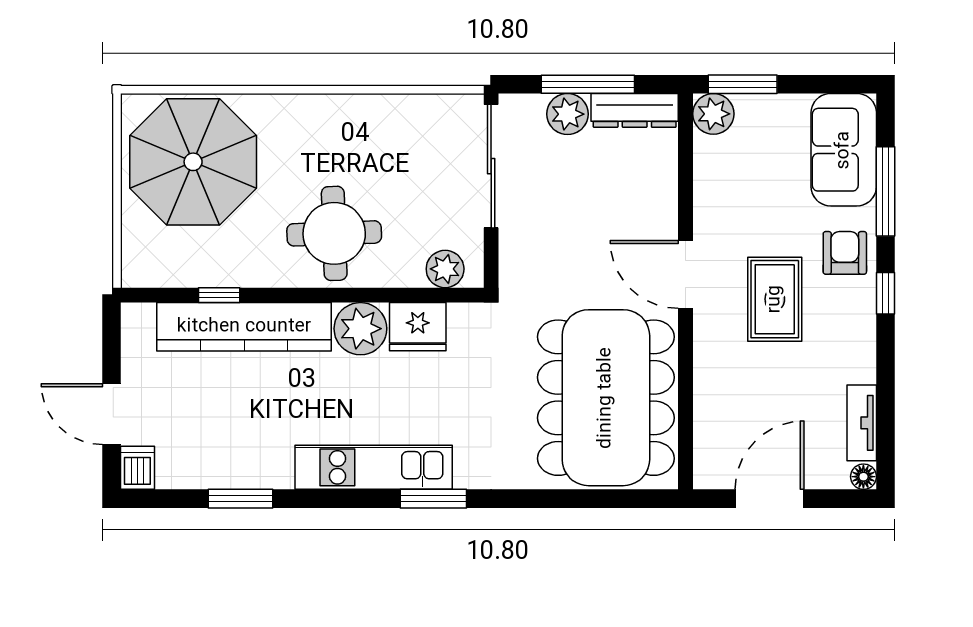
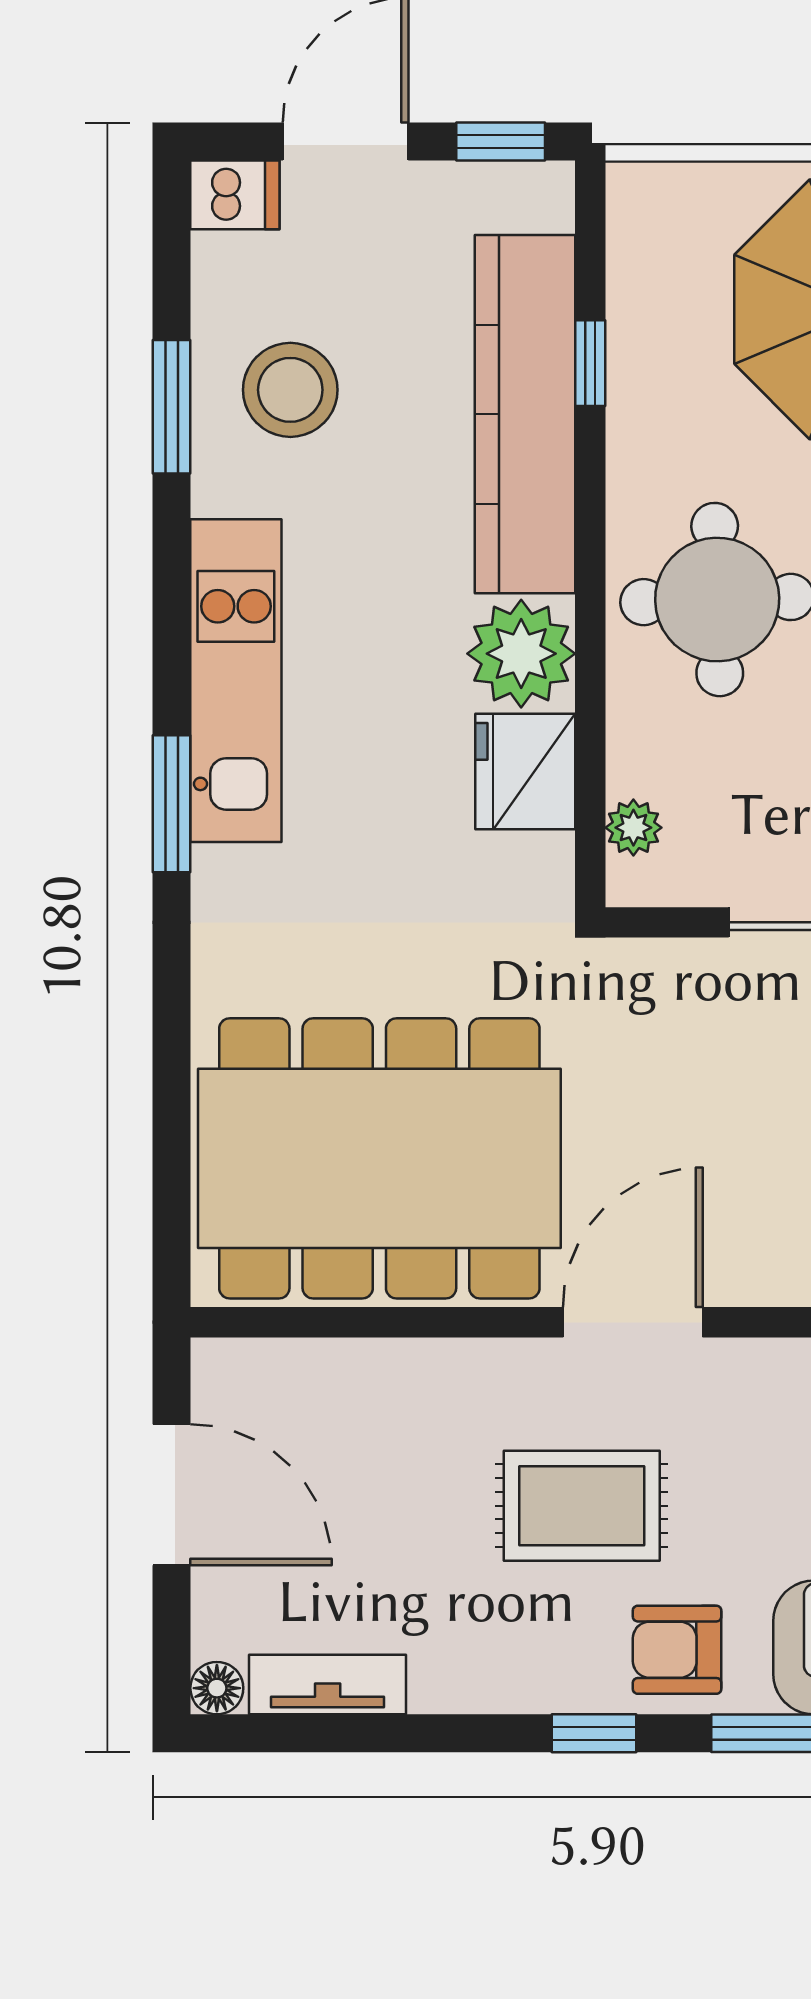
armchair: (845, 253) -> (677, 1650), turned 180
plant: (445, 269) -> (633, 828), width x0.73, depth x0.73
window: (112, 339) -> (501, 142), added
stool: (232, 441) -> (290, 390), added

